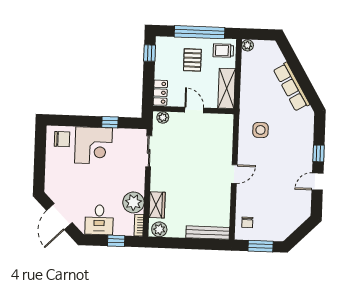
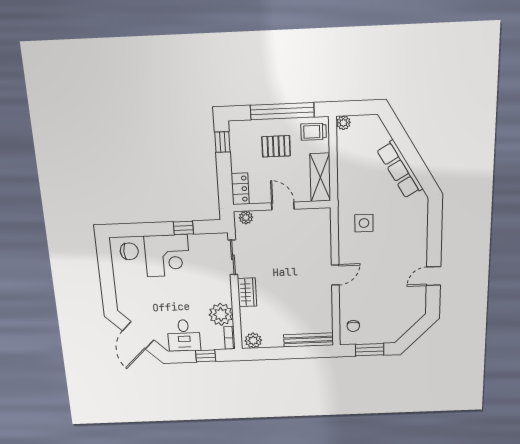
pallet: (192, 60) -> (276, 146), turned 90
window: (319, 153) -> (434, 245), removed
wardrobe: (157, 205) -> (247, 292), moved

